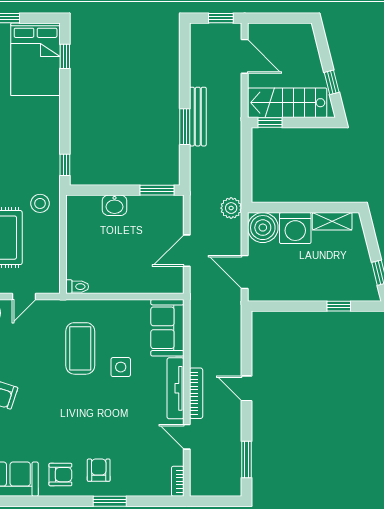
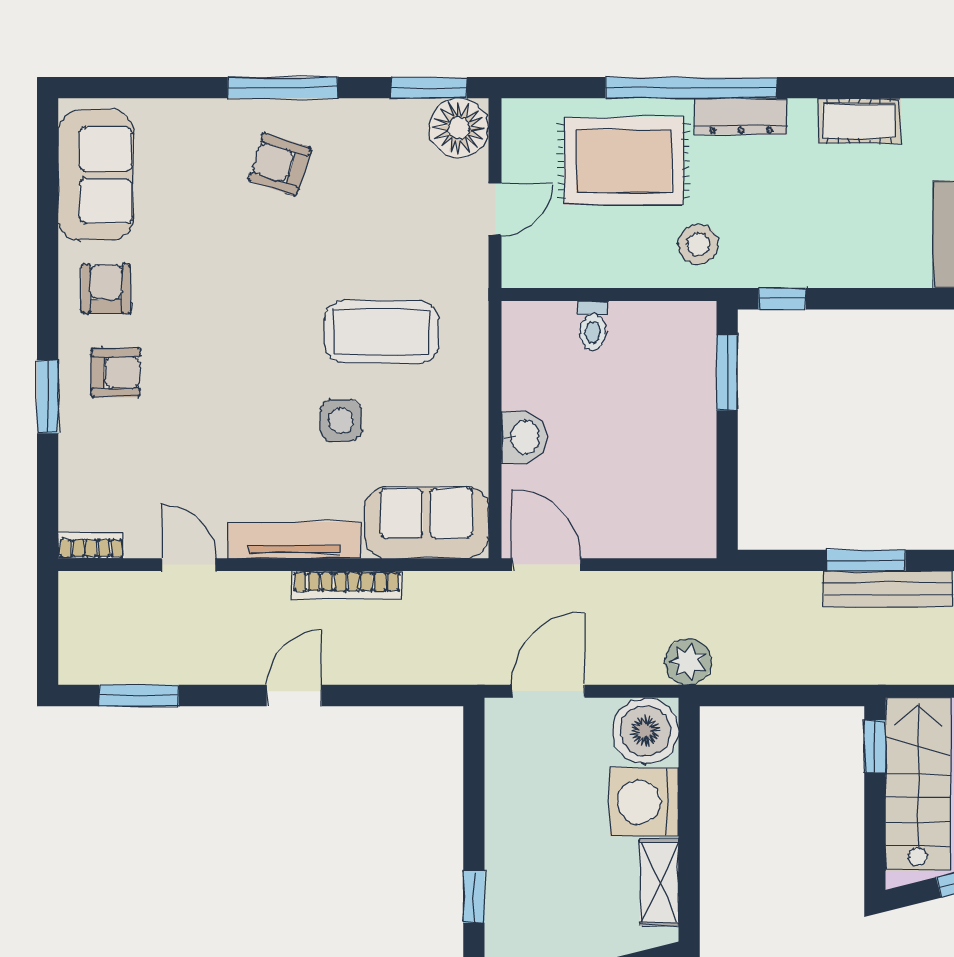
window: (157, 190) -> (727, 373), moved
washbasin: (115, 205) -> (524, 437), moved, turned 180
door: (187, 251) -> (546, 565), moved
toilet: (77, 287) -> (593, 326), moved
door: (24, 296) -> (495, 209), swing flipped
bookcase: (196, 393) -> (347, 585), moved
door: (187, 437) -> (189, 565), hinge flipped
armchair: (60, 475) -> (106, 289), turned 180

